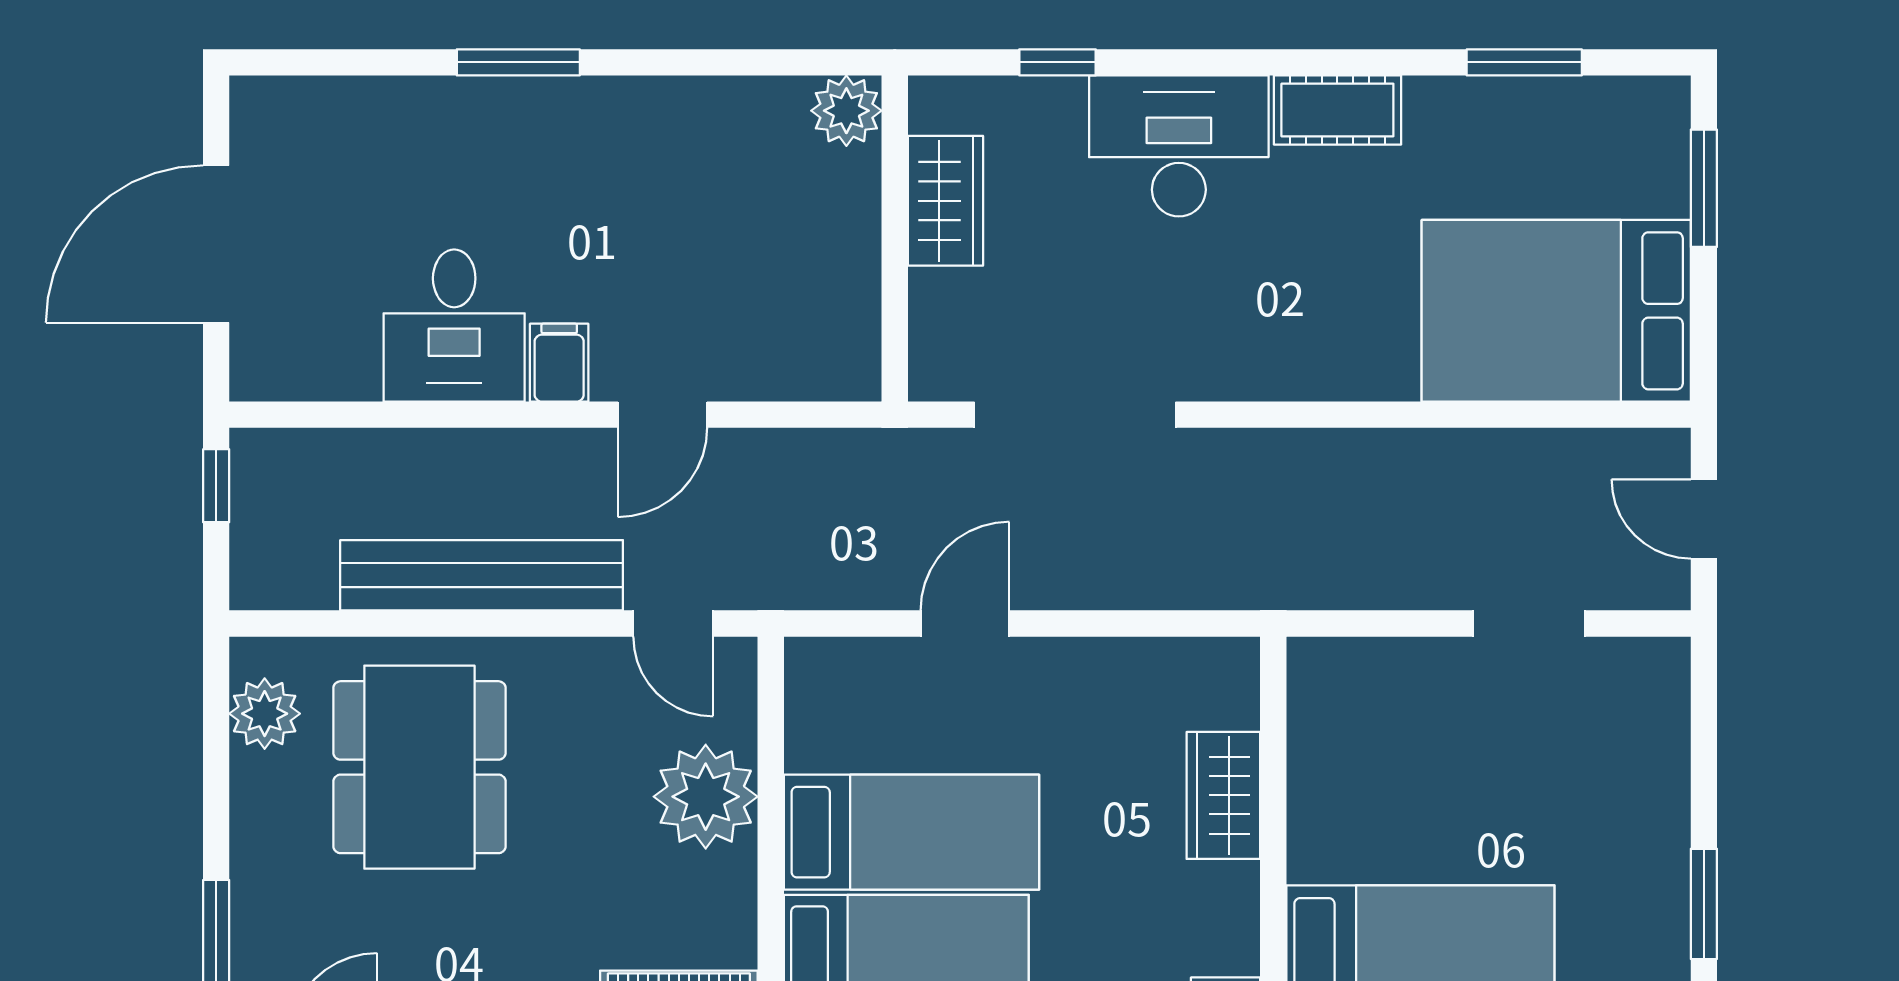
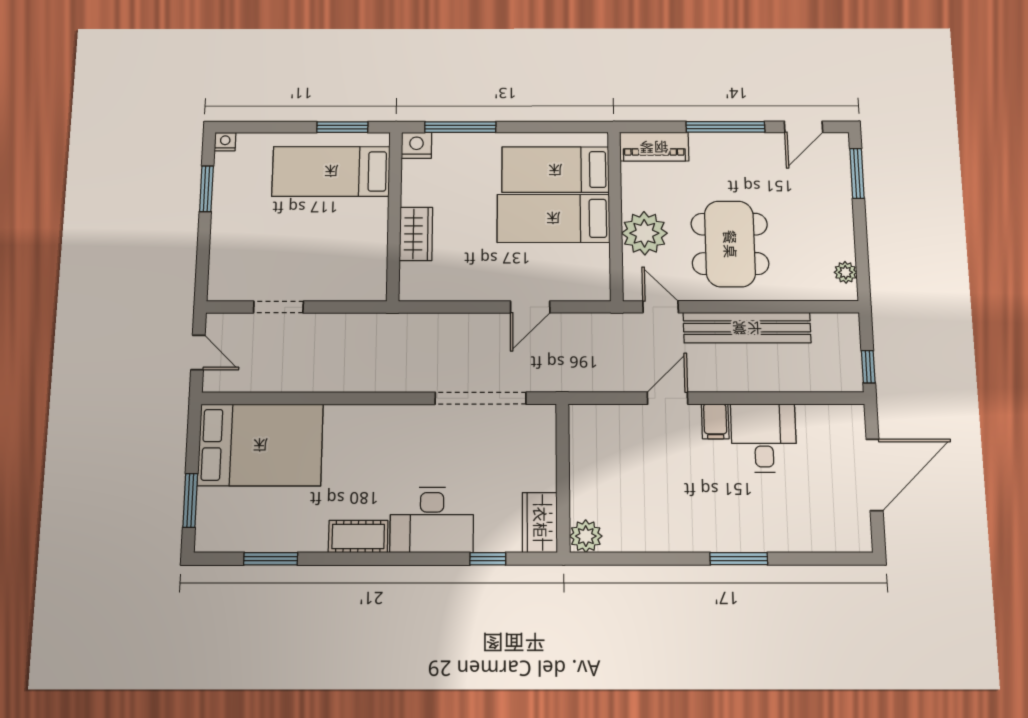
wardrobe: (945, 201) -> (540, 522), moved
plant: (265, 714) -> (846, 272), width x0.73, depth x0.73
dining table: (419, 767) -> (730, 244), moved

